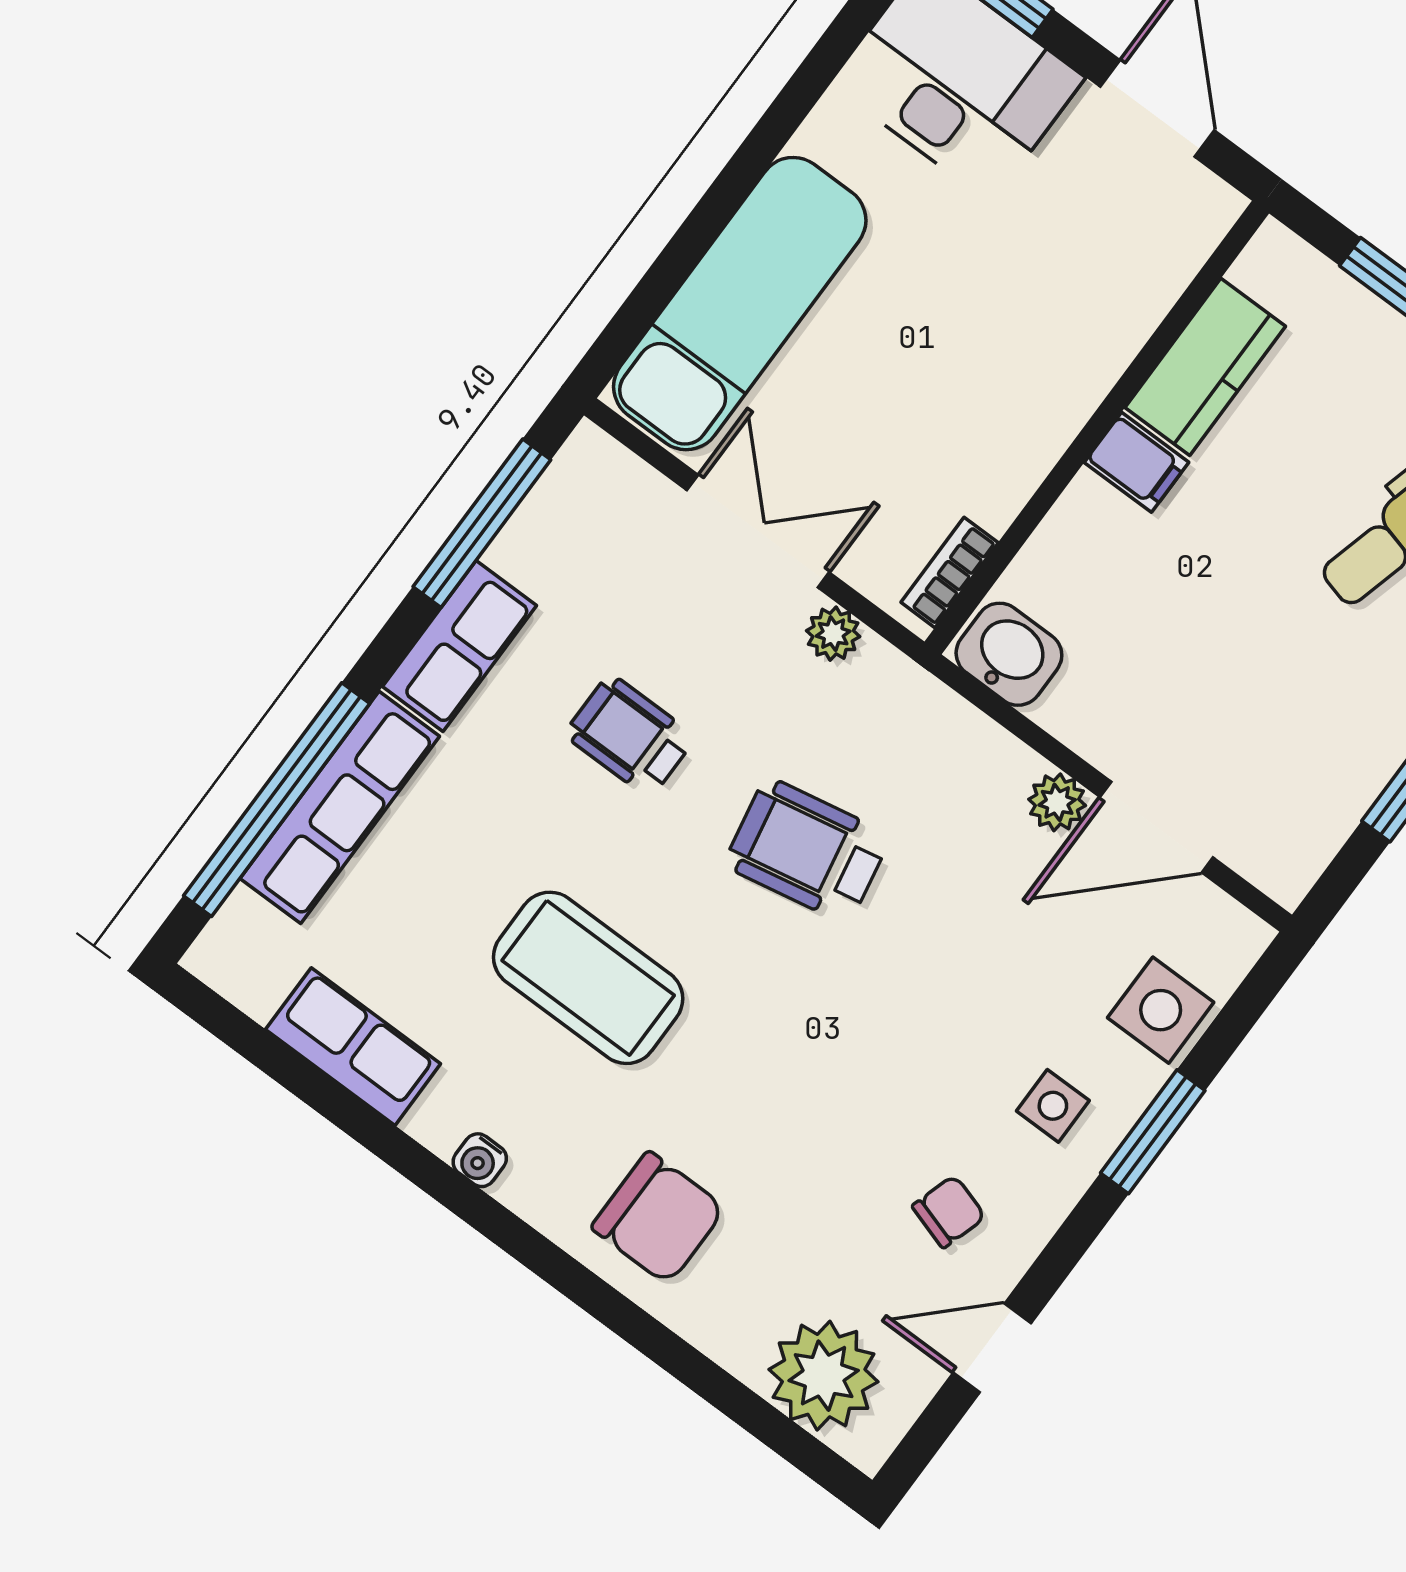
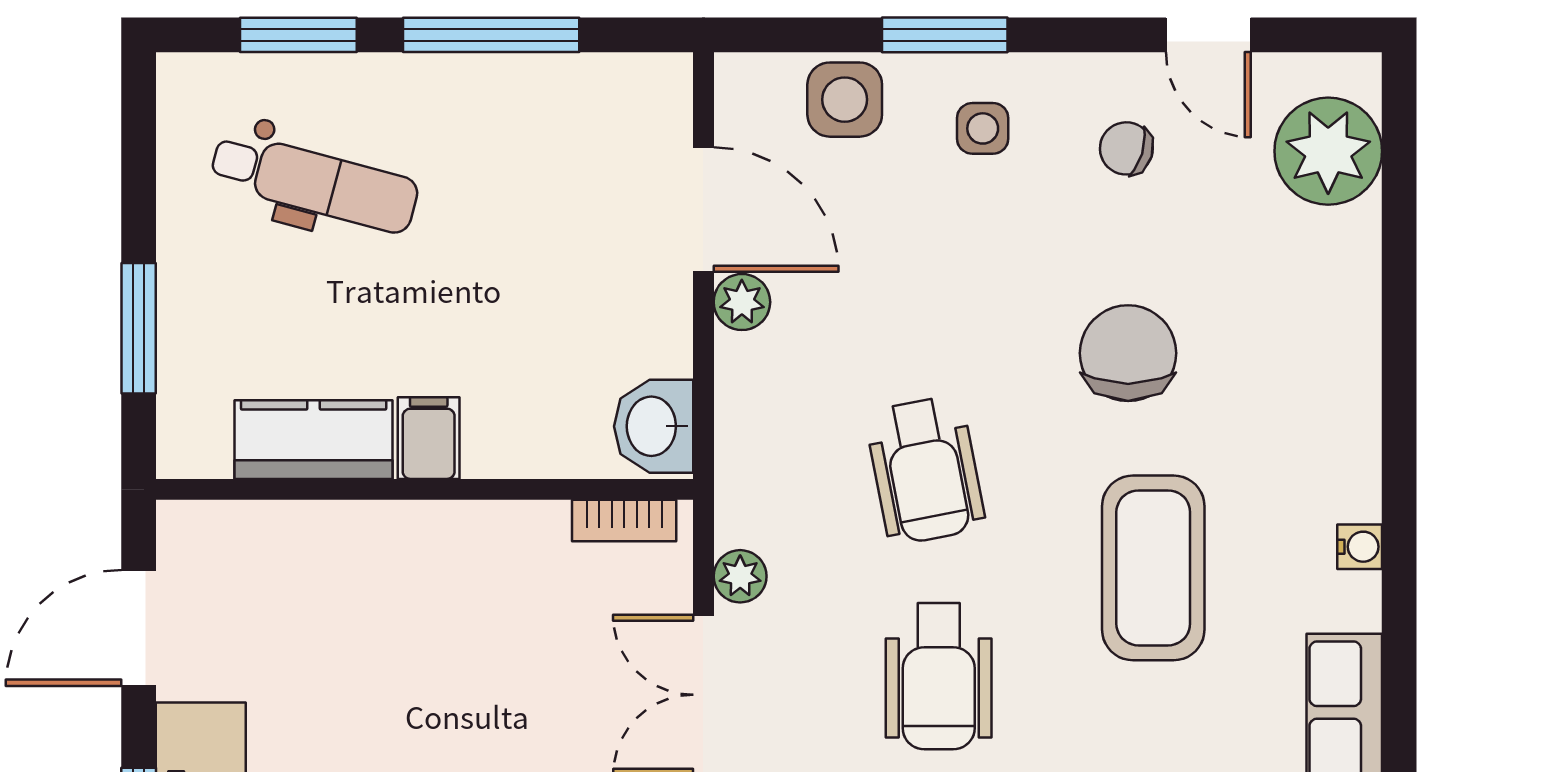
wheelchair: (630, 736) -> (939, 676), width x1.36, depth x1.37
chair: (658, 1218) -> (1128, 353), moved

